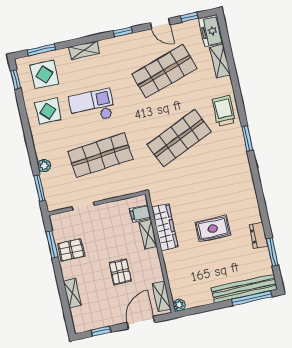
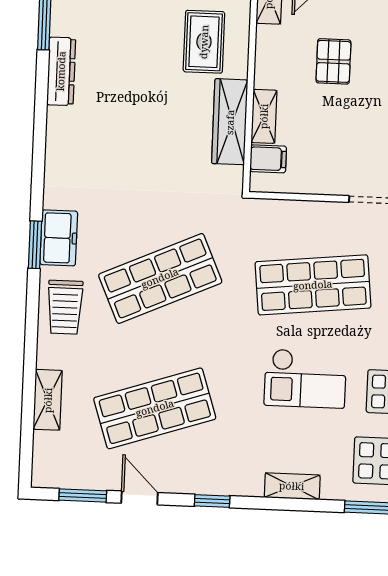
window: (189, 17) -> (83, 496), width x1.50
freezer: (211, 31) -> (59, 238), moved
rug: (213, 229) -> (204, 42), moved, turned 90
dresser: (258, 235) -> (61, 71), width x1.44

